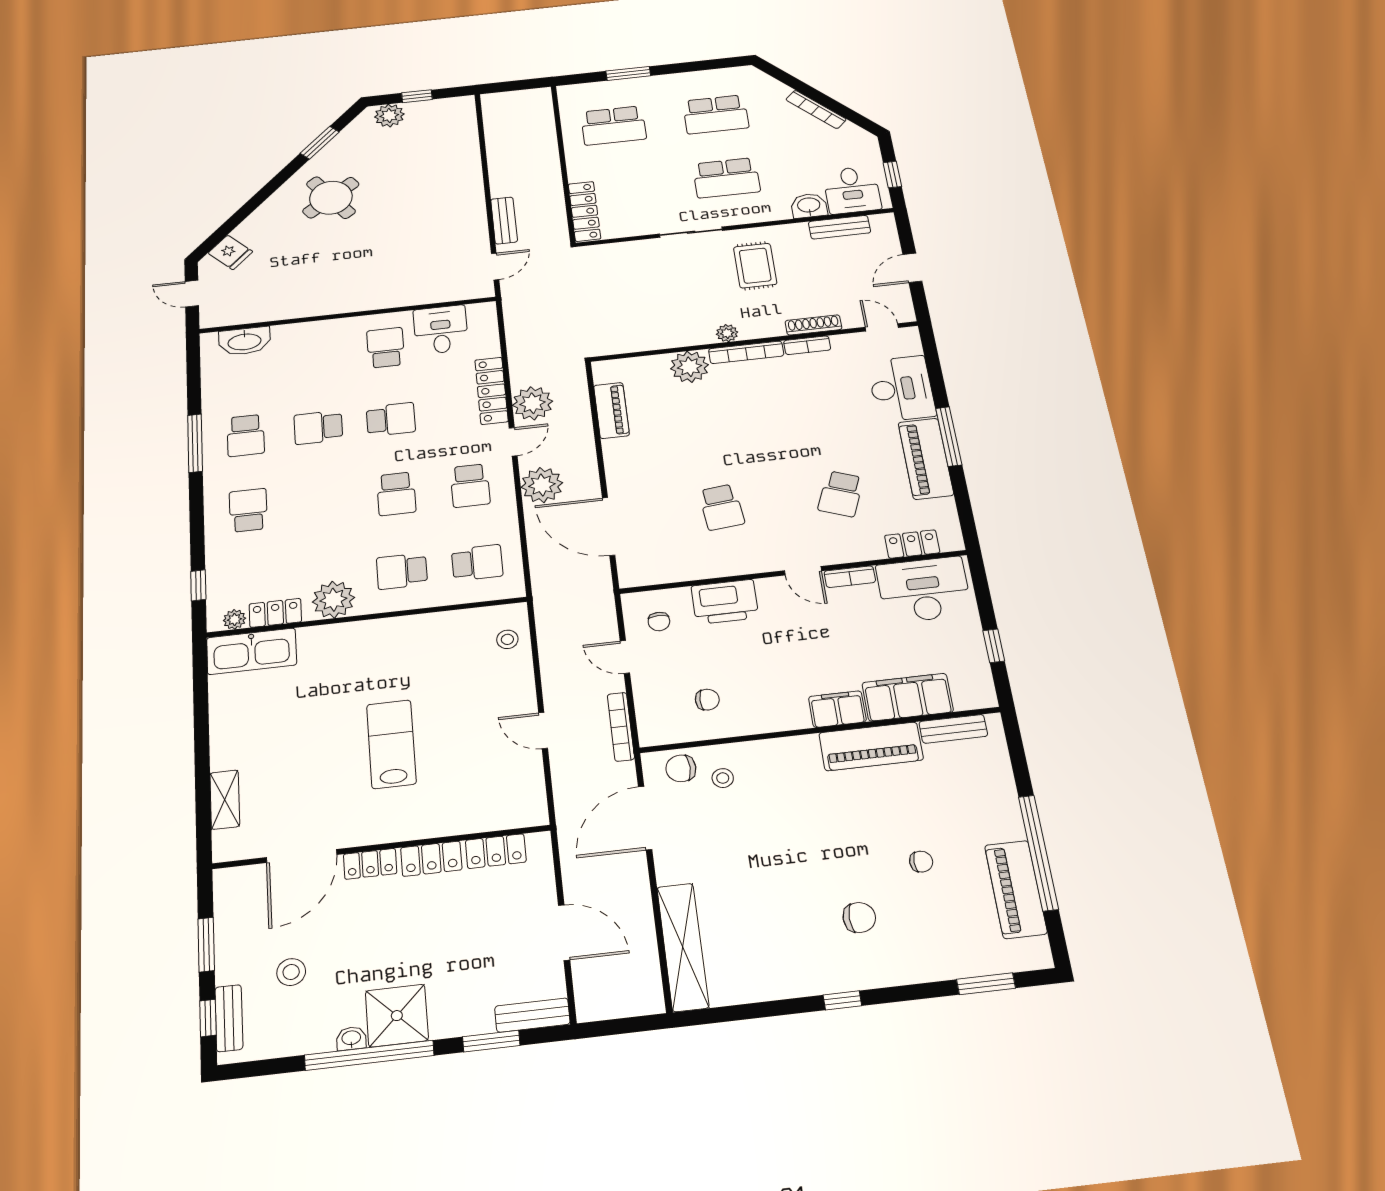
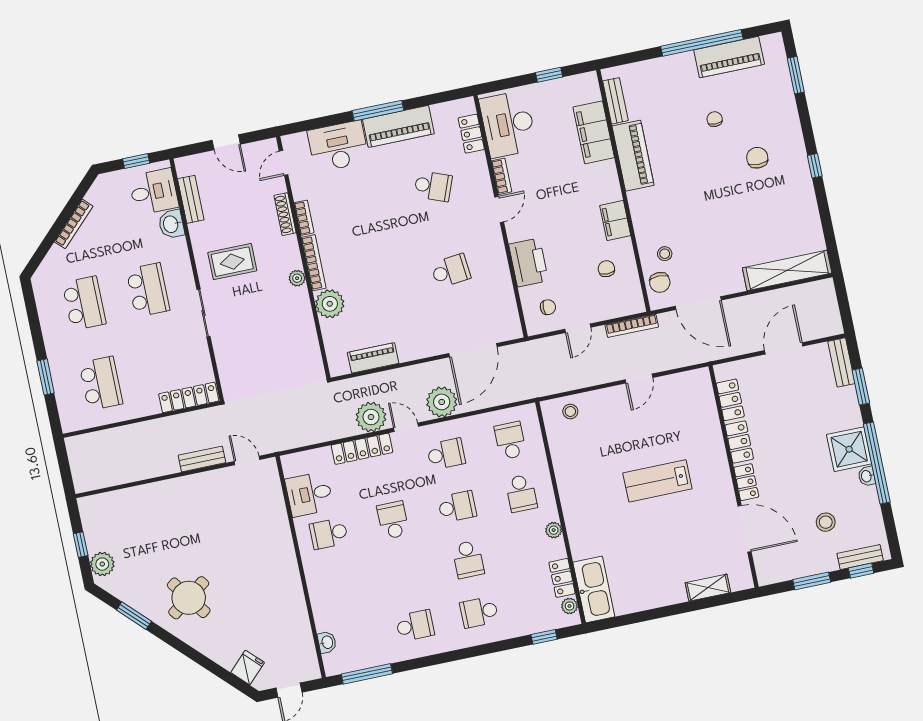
washbasin: (244, 341) -> (327, 642), width x0.52, depth x0.69
school desk: (318, 427) -> (468, 559), moved
window: (195, 443) -> (367, 674), moved
plant: (333, 600) -> (554, 530), width x0.53, depth x0.53
filing cabinet: (837, 709) -> (615, 220), moved

